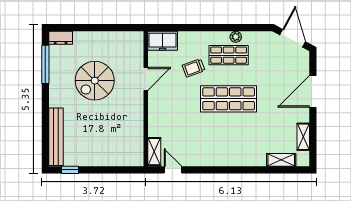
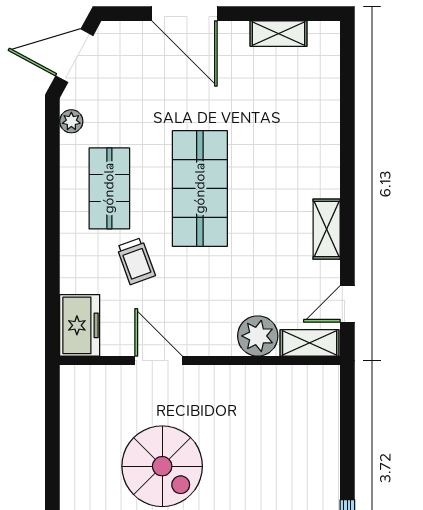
plant: (236, 37) -> (71, 121), moved
plant: (157, 127) -> (258, 336), added
shelving: (281, 160) -> (327, 229), moved

